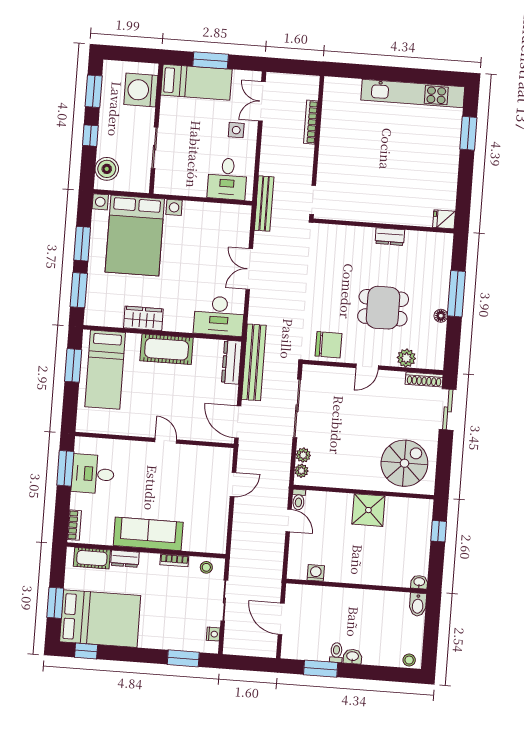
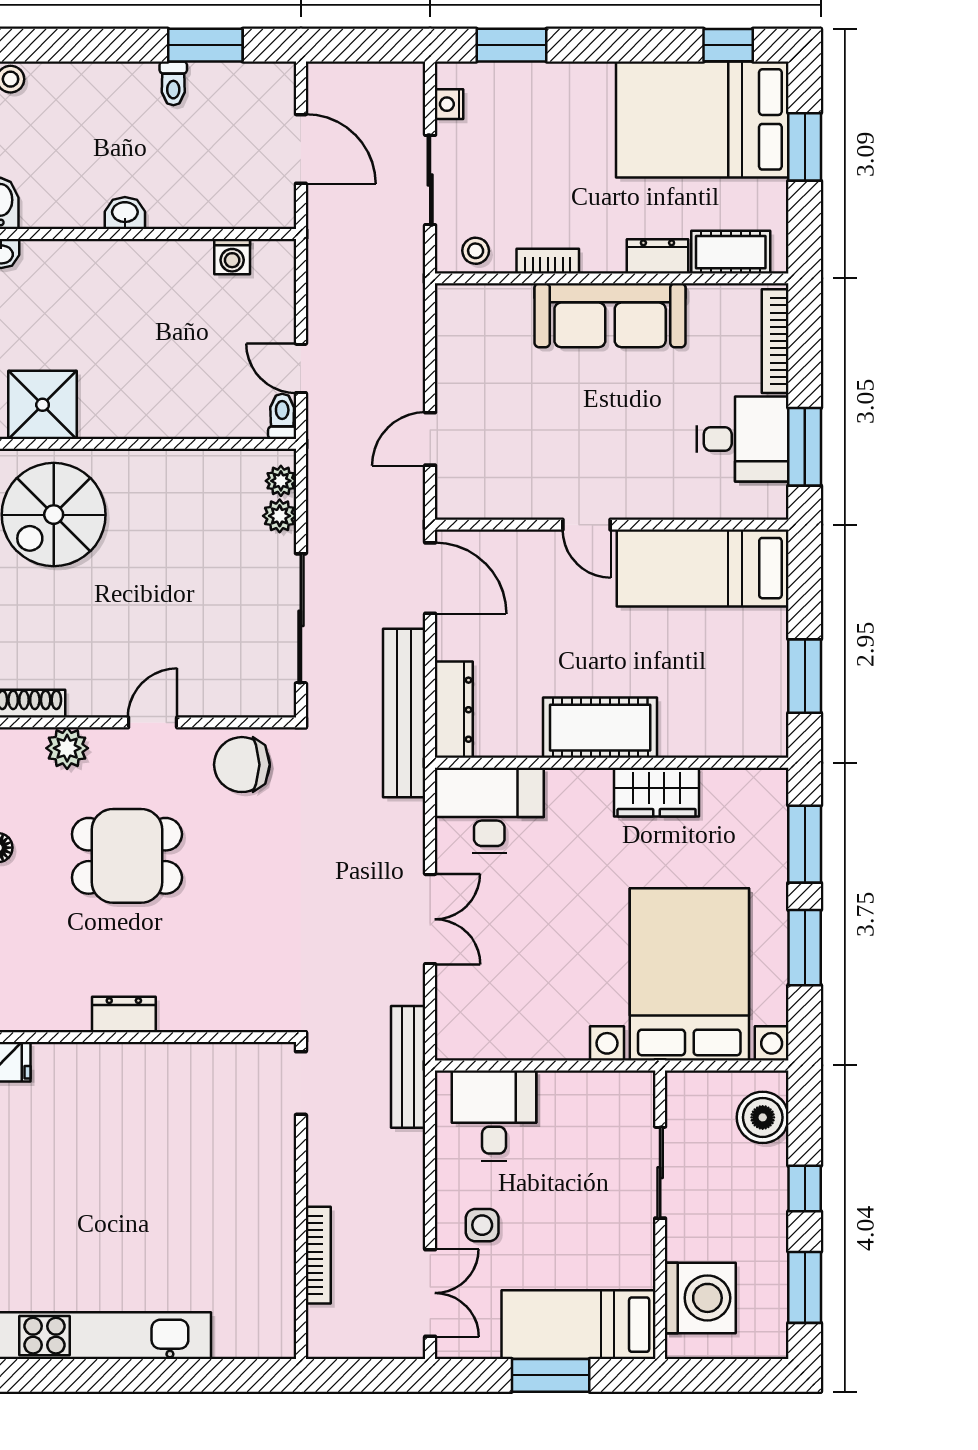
bed: (105, 370) -> (703, 568), moved, turned -90
shower: (368, 510) -> (43, 405), moved
bookcase: (74, 525) -> (775, 341), width x1.56
washbasin: (353, 657) -> (125, 213), moved, turned 180

